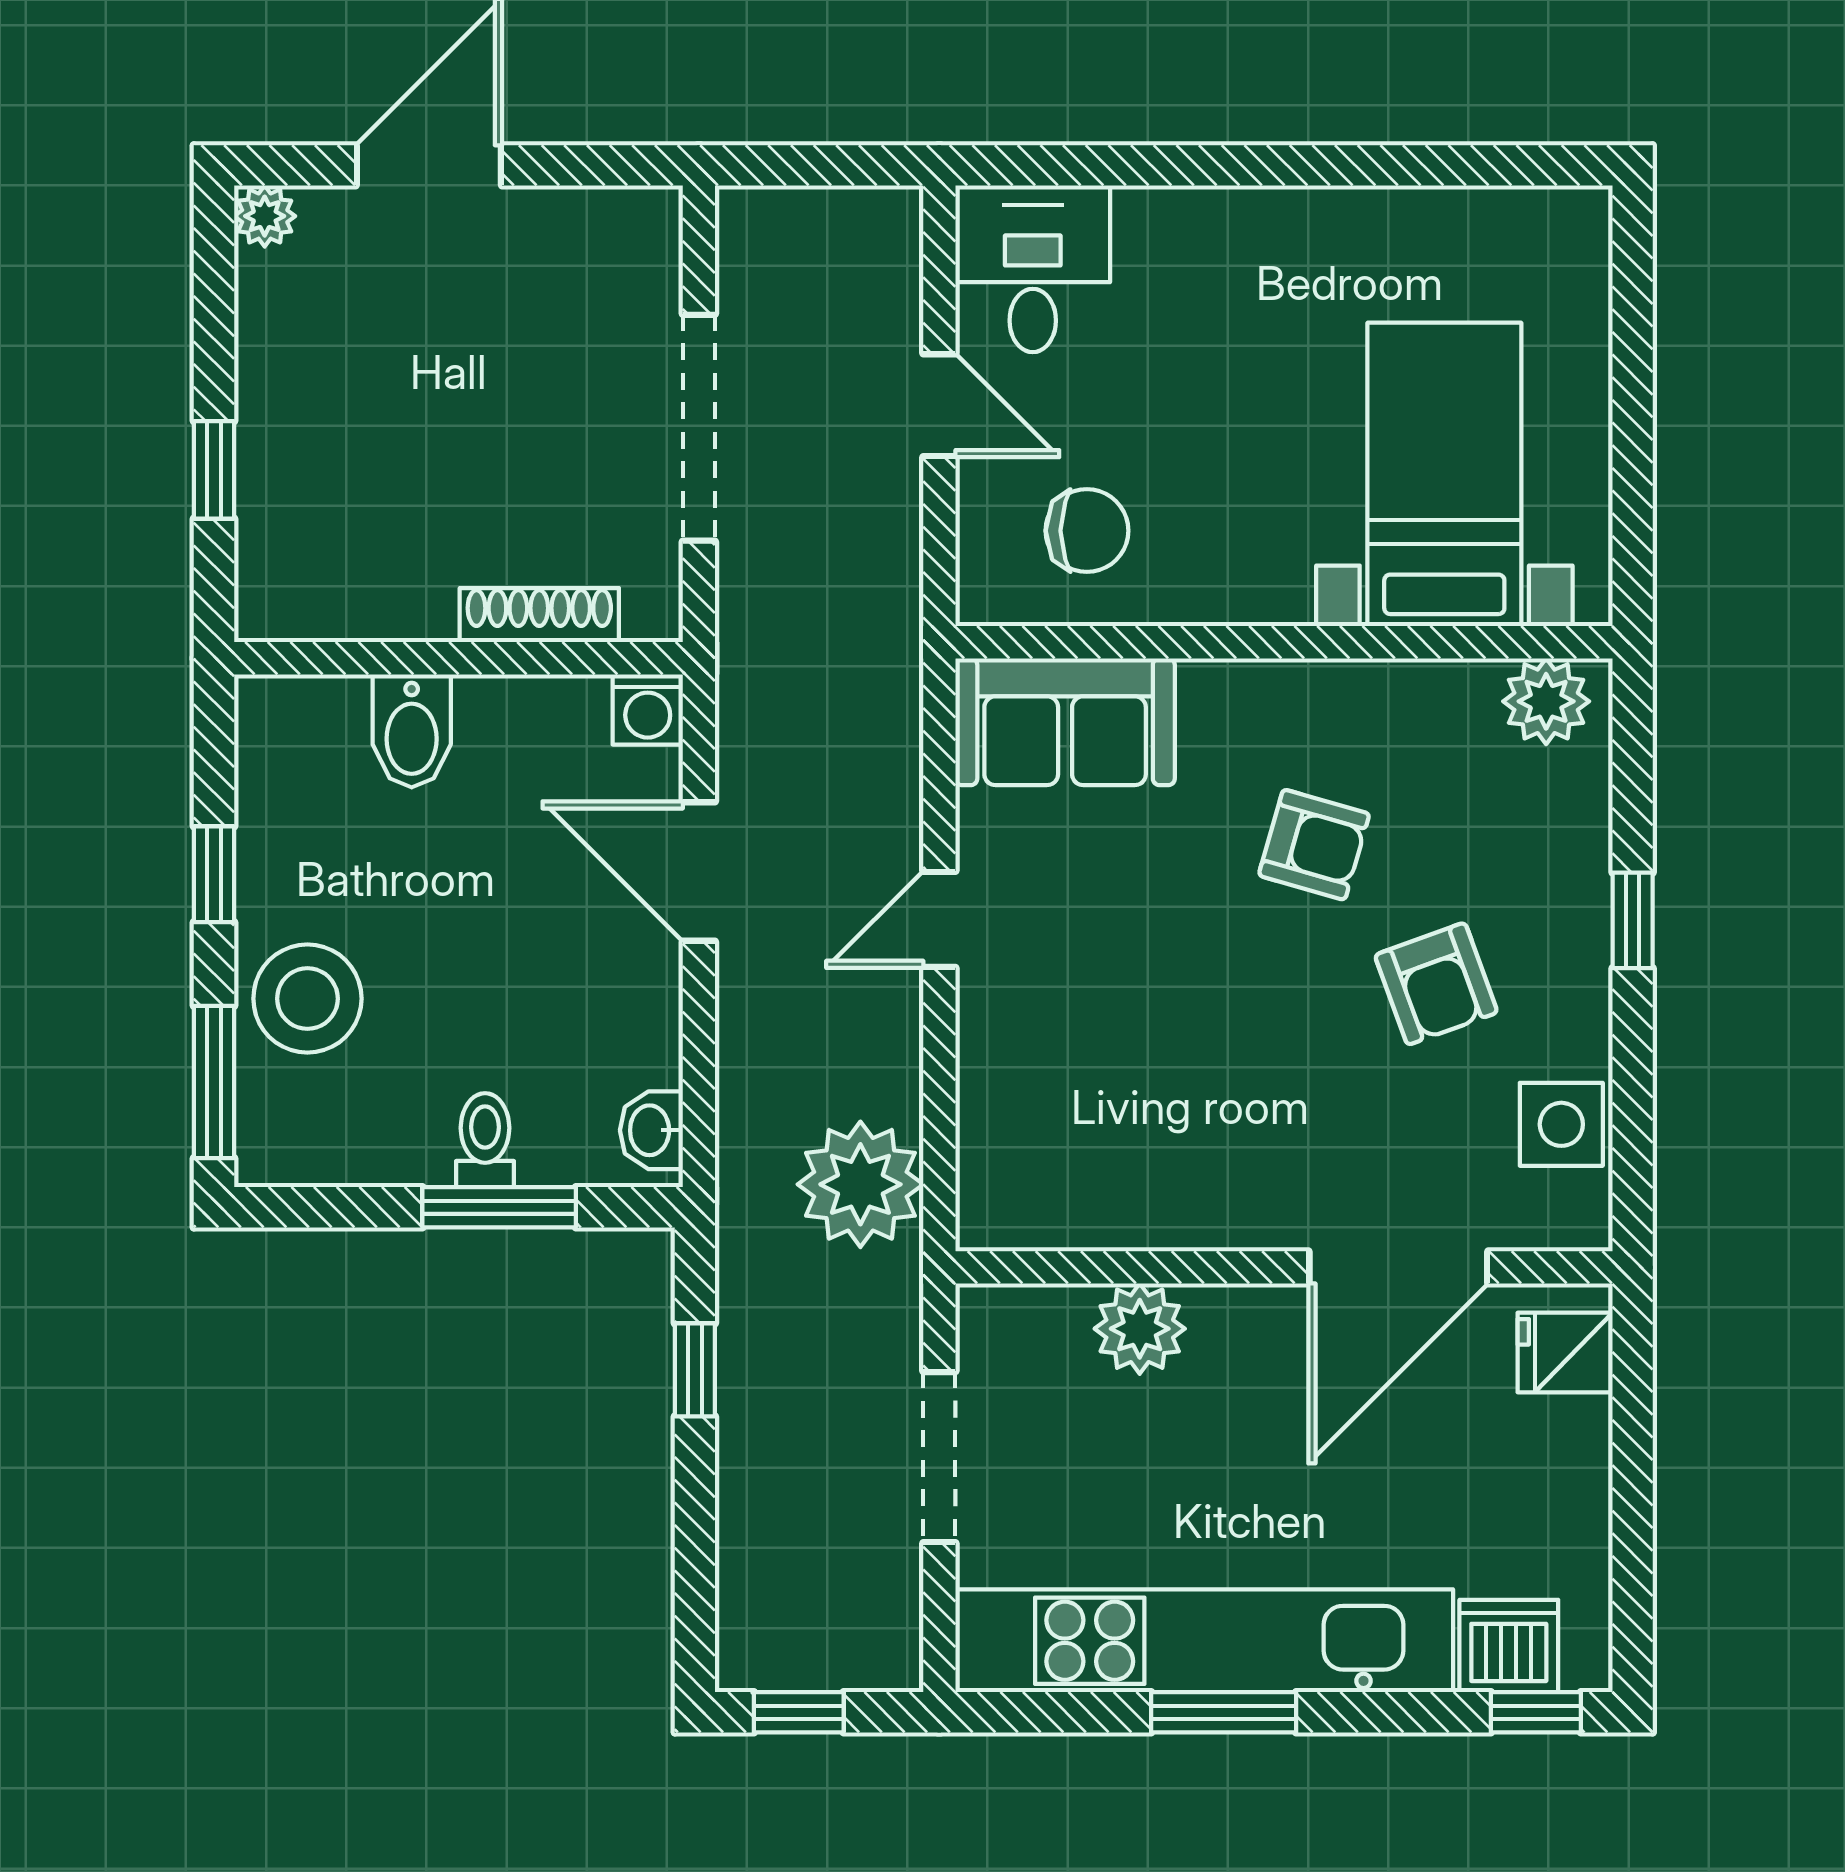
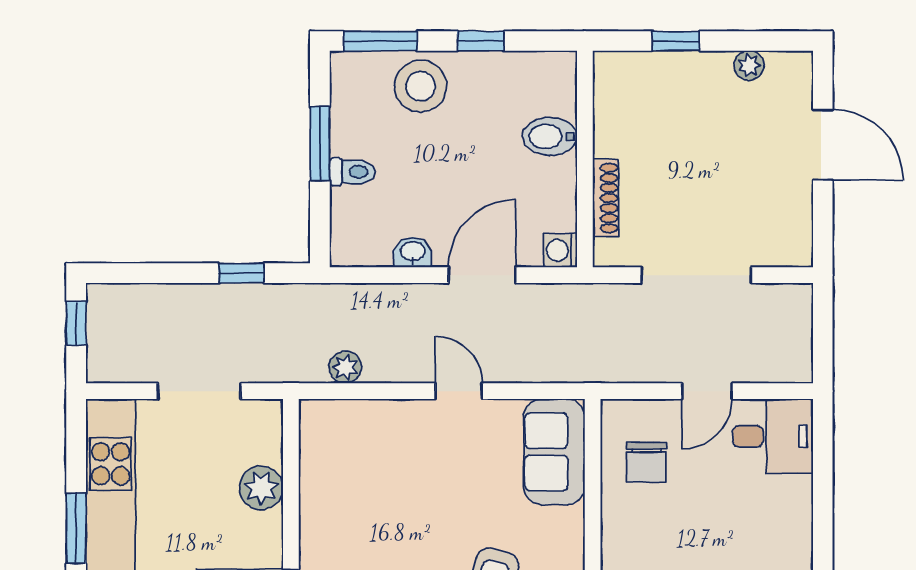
plant: (265, 216) -> (749, 65), moved
washbasin: (651, 1130) -> (413, 252), moved
plant: (860, 1184) -> (345, 367), width x0.53, depth x0.53
window: (499, 1207) -> (320, 144), moved

